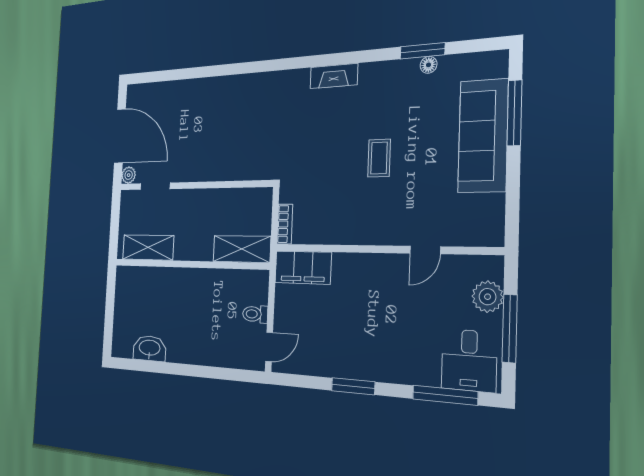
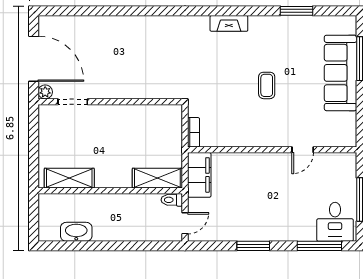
floor lamp: (429, 65) -> (301, 21), removed
shelving: (148, 247) -> (69, 178), moved
shelving: (242, 249) -> (157, 178), moved
wall: (189, 264) -> (110, 191), moved
filing cabinet: (303, 268) -> (199, 175), moved, turned -90
plant: (488, 297) -> (346, 180), removed

